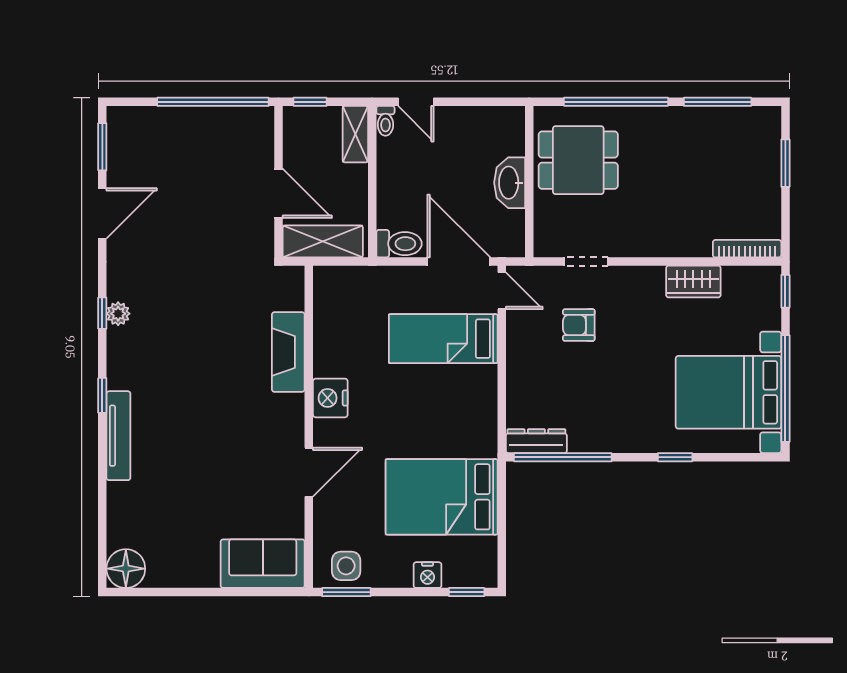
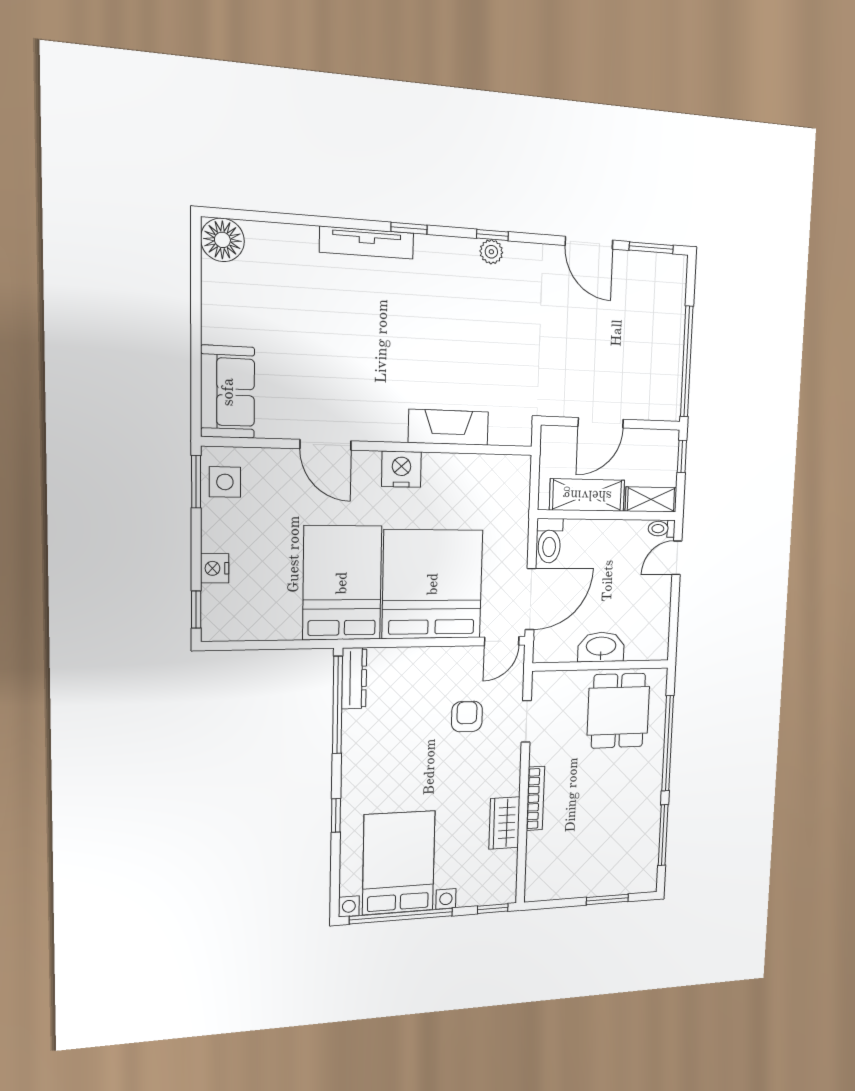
shelving: (323, 241) -> (587, 495), moved, turned 90
bookcase: (747, 249) -> (535, 799), moved
bed: (443, 339) -> (433, 584), width x2.04
bed: (442, 497) -> (342, 583), moved

